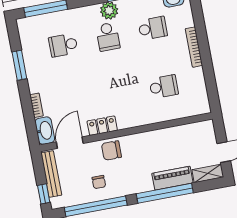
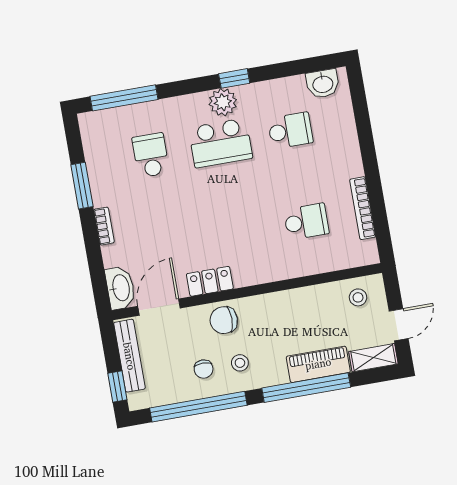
school desk: (108, 37) -> (220, 143), width x1.85
school desk: (63, 45) -> (151, 155), turned 90
bookcase: (194, 47) -> (363, 208), moved
bookcase: (36, 105) -> (104, 226), moved
stool: (197, 135) -> (358, 297), added
stool: (122, 178) -> (240, 363), added

